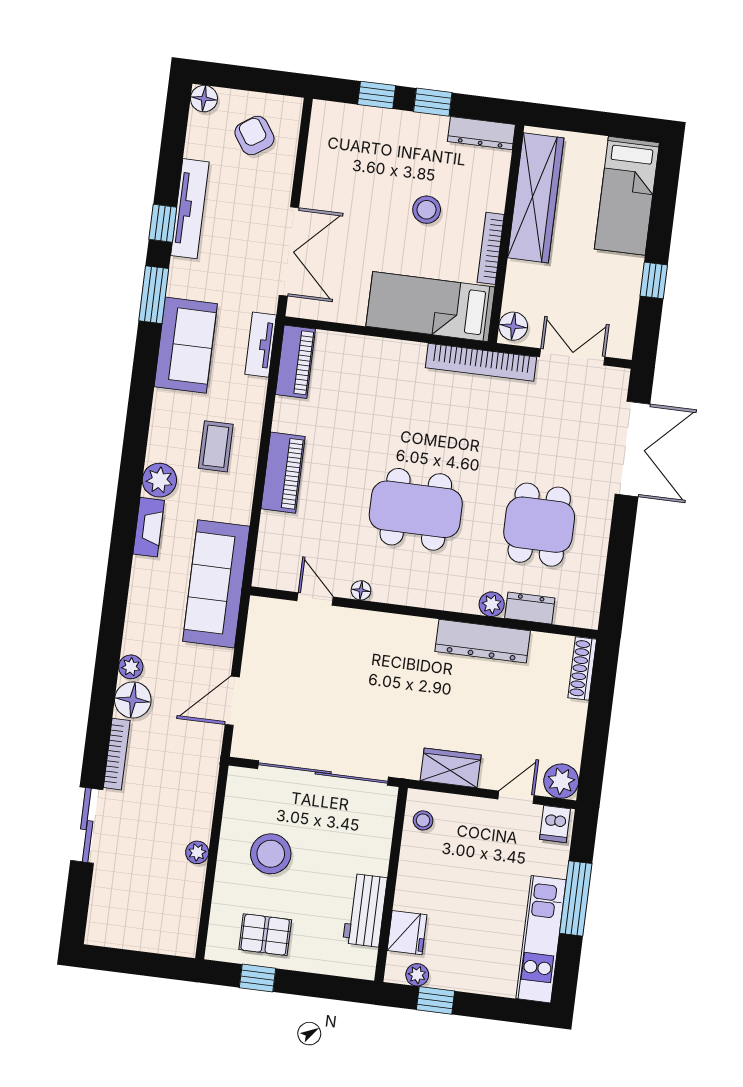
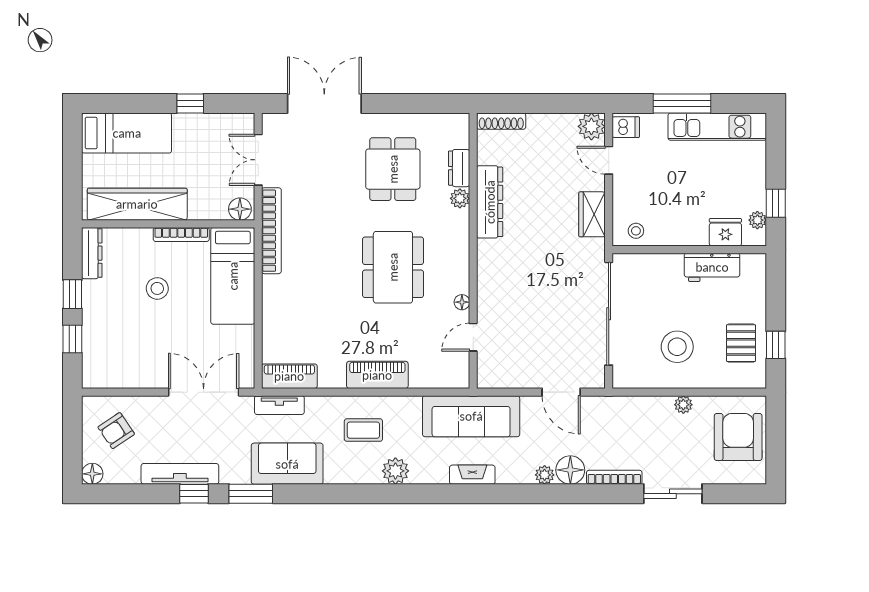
dining table: (539, 525) -> (393, 169), turned 90
fireplace: (149, 527) -> (472, 475), moved
armchair: (148, 916) -> (738, 437), added

